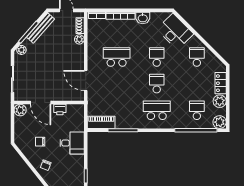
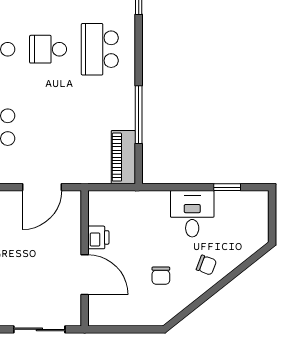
door: (41, 102) -> (85, 275), hinge flipped
plant: (20, 110) -> (99, 315), removed
desk: (72, 143) -> (192, 214), moved

